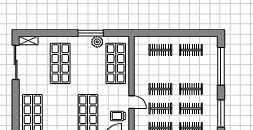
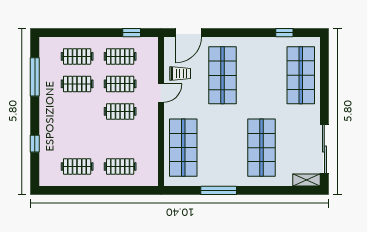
plant: (97, 42) -> (209, 178), removed
window: (221, 66) -> (35, 144), width x0.32
clothes rail: (191, 89) -> (77, 111), removed
door: (131, 102) -> (161, 93), swing flipped

